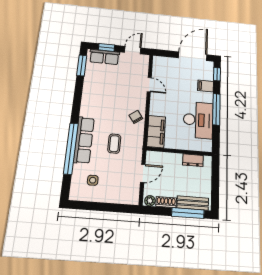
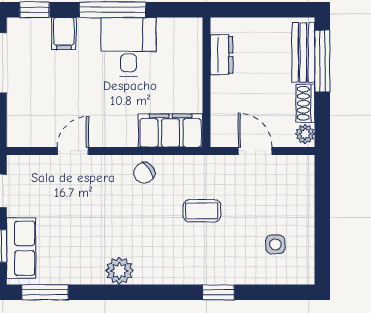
plant: (88, 101) -> (119, 271), added
desk: (198, 120) -> (129, 47), width x0.73
row of seats: (84, 140) -> (200, 270), removed
window: (71, 148) -> (218, 292), width x0.32

